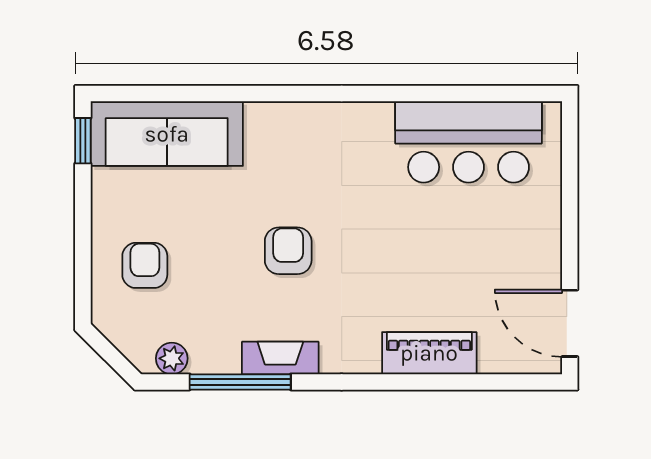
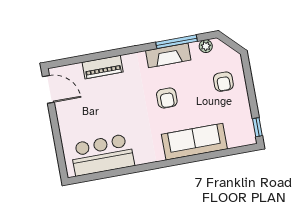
sofa: (167, 134) -> (194, 142), moved
fireplace: (280, 358) -> (168, 55), width x1.37, depth x1.32

